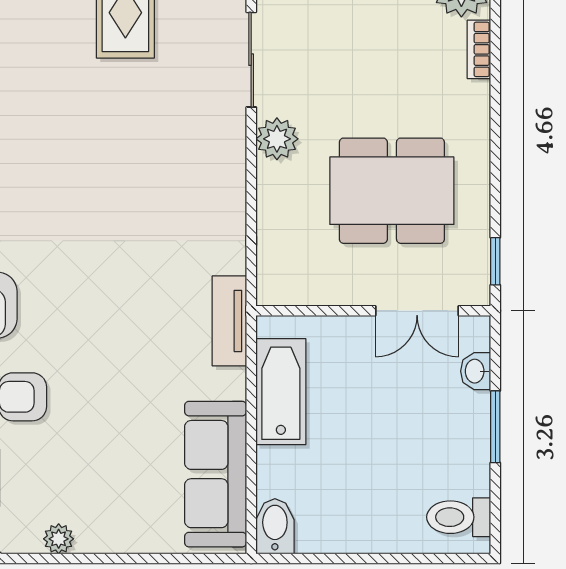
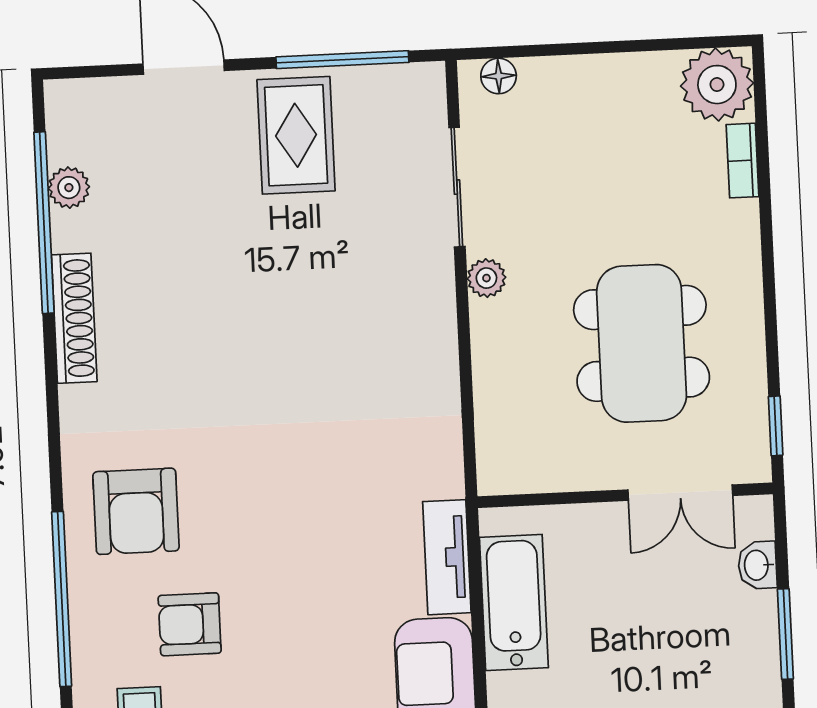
plant: (277, 139) -> (486, 278), width x0.73, depth x0.73
dining table: (392, 191) -> (642, 343), turned 90
tv unit: (229, 321) -> (447, 557), moved

